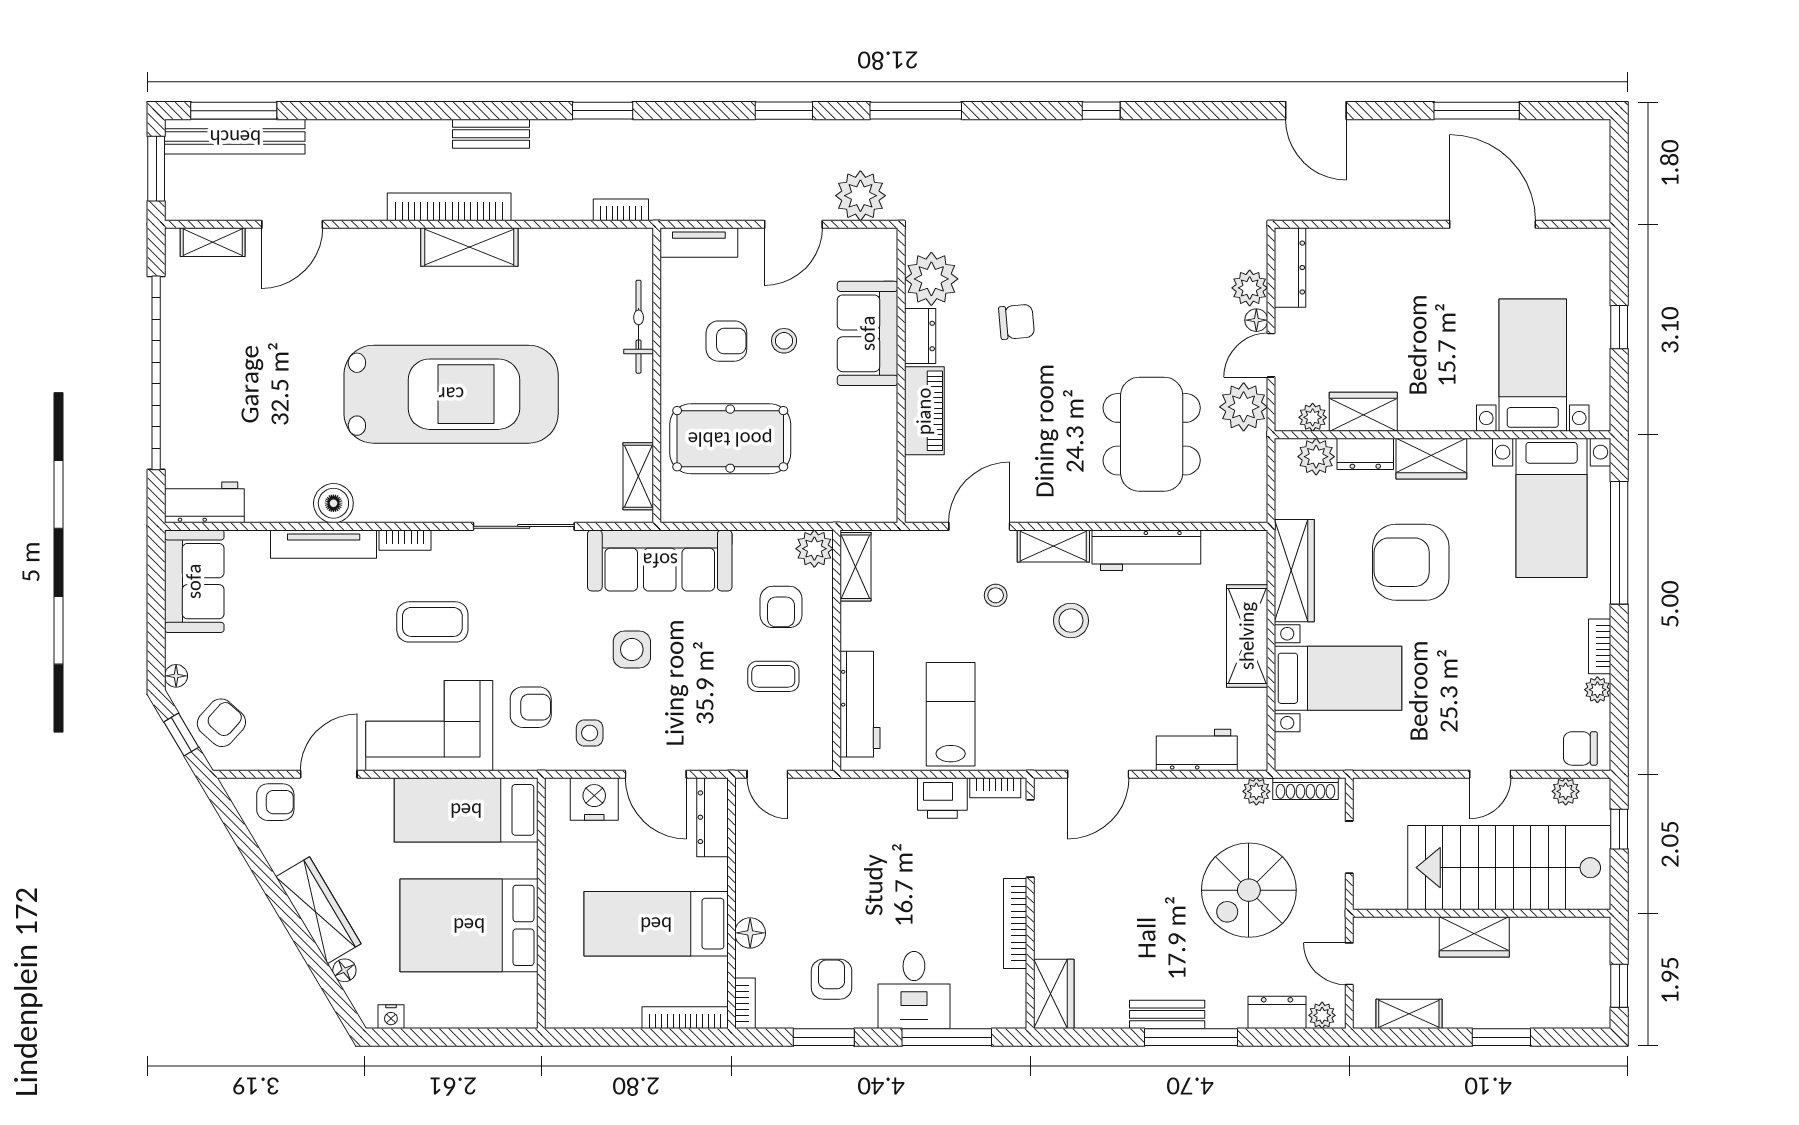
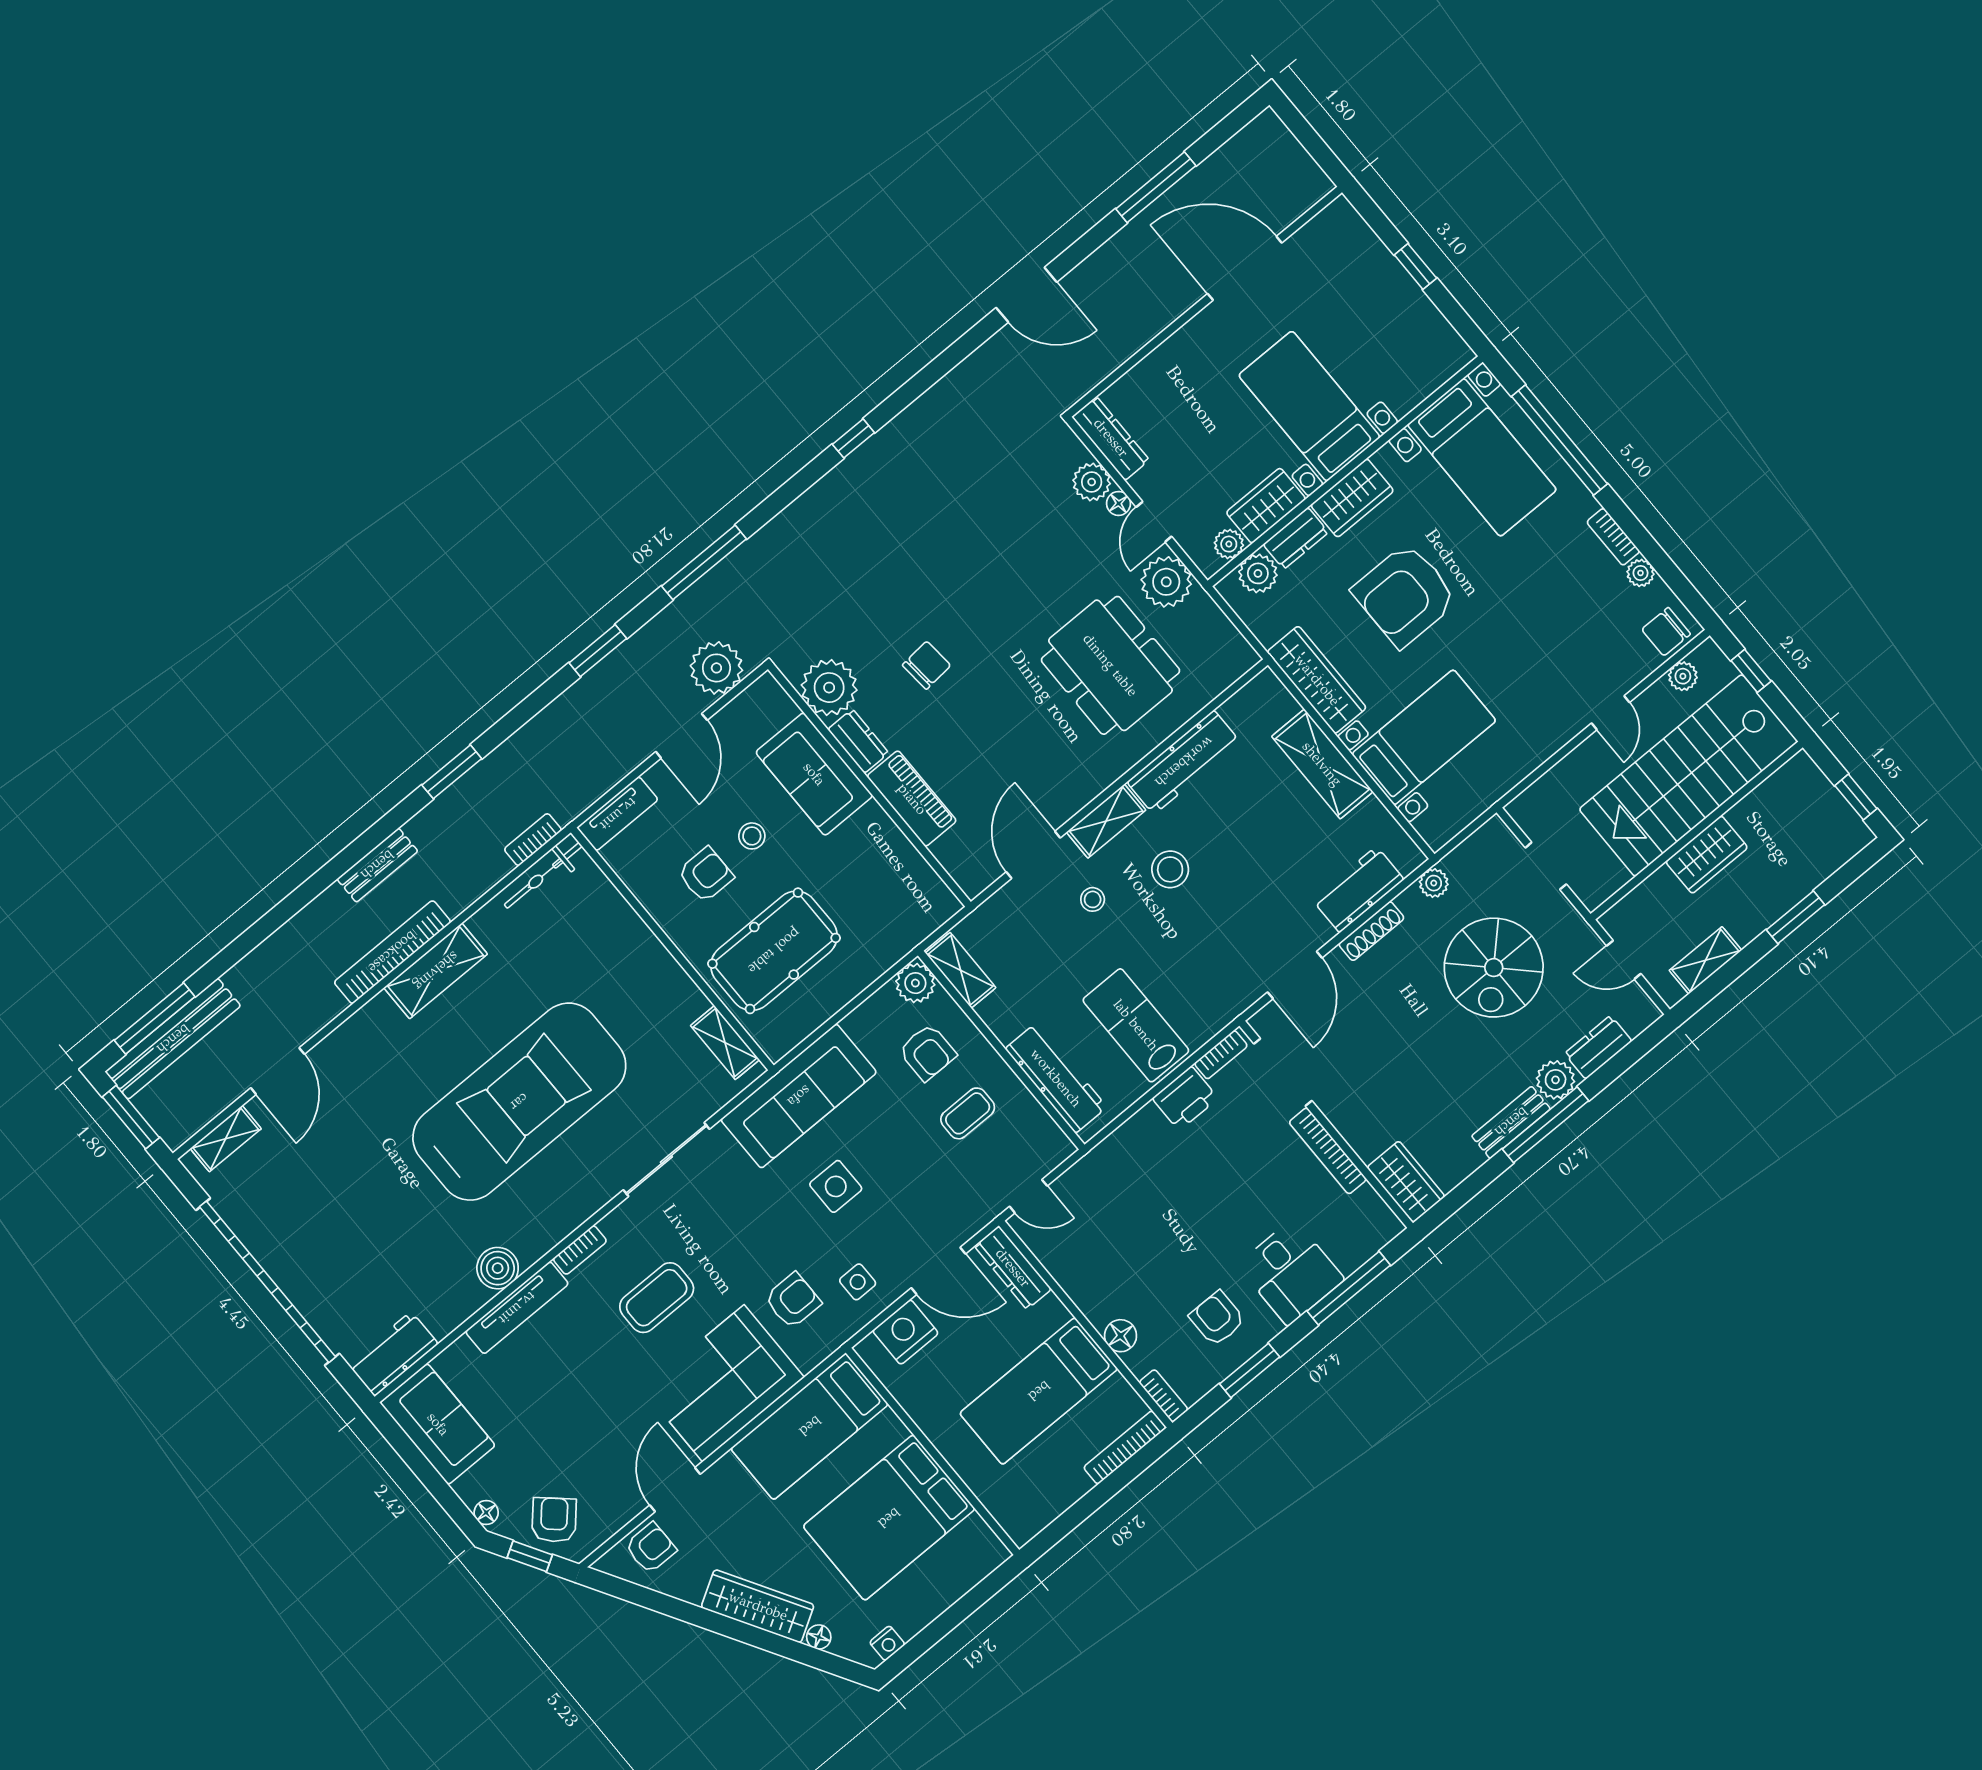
bicycle: (639, 327) -> (543, 875), moved, turned -90
bed with nightstands: (1533, 365) -> (1309, 406), moved
shoe rack: (1305, 789) -> (1371, 931), moved
plant: (1322, 1015) -> (1556, 1080), moved, width x1.38, depth x1.38

